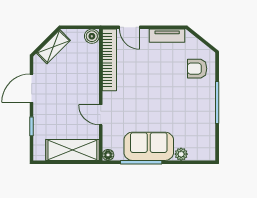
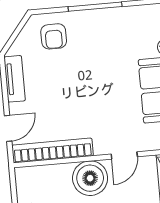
boiler: (92, 36) -> (90, 178), moved, width x1.86, depth x1.86

